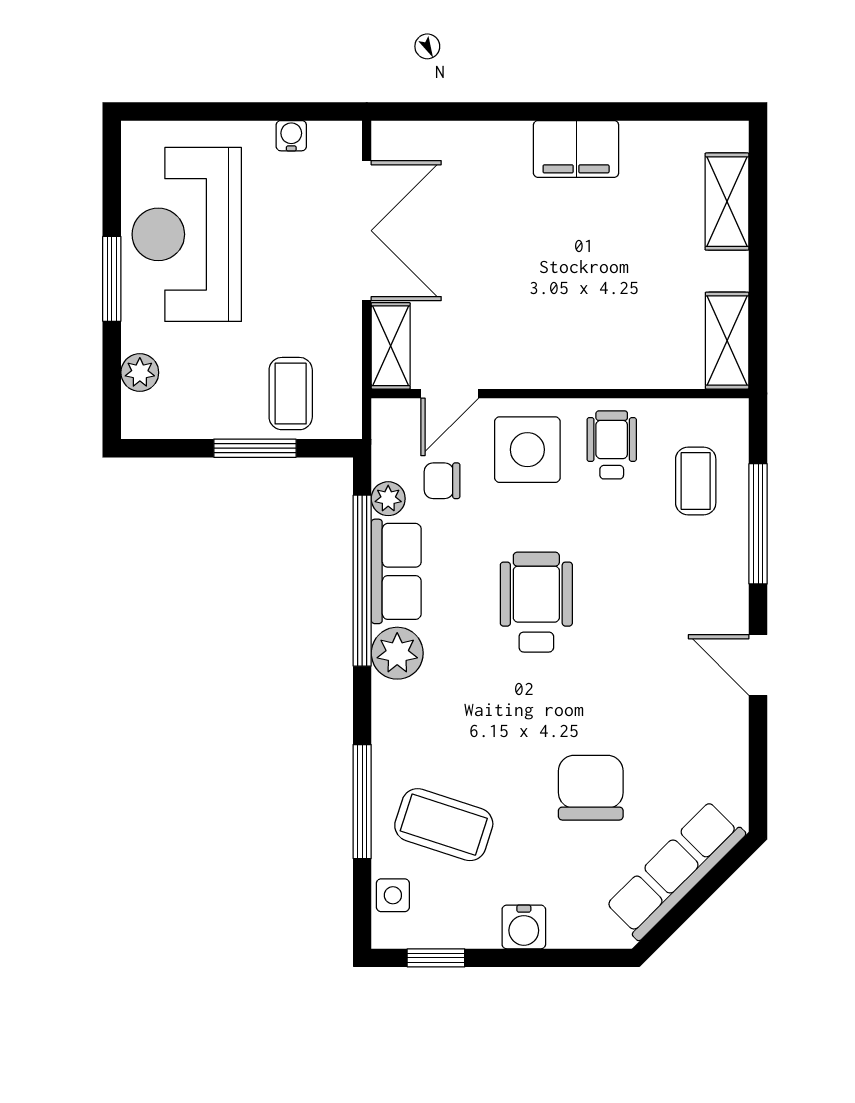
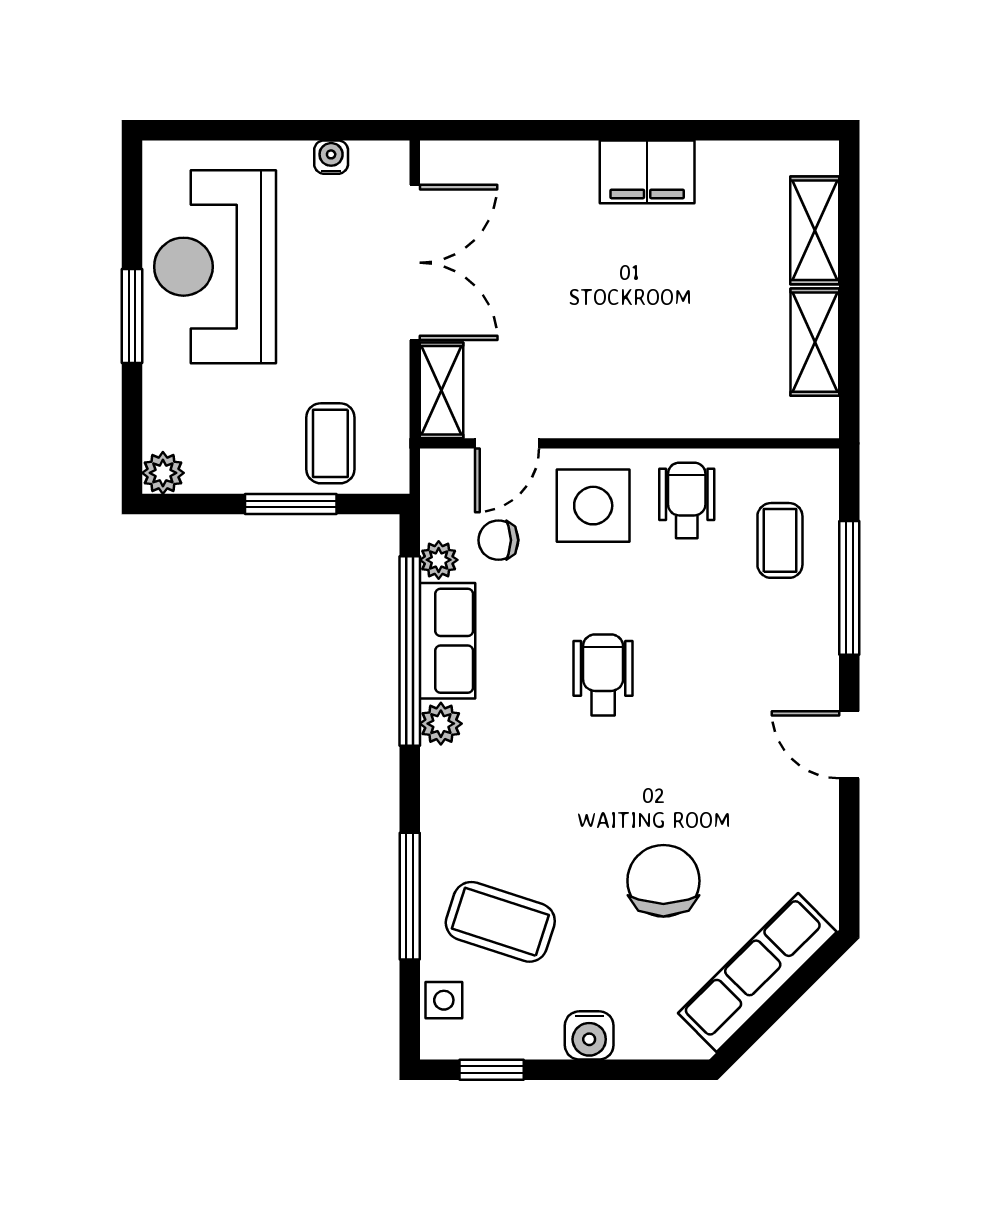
shelving: (727, 341) -> (815, 342), moved
plant: (140, 373) -> (163, 473), moved
wheelchair: (536, 602) -> (603, 675), width x0.73, depth x0.73
plant: (397, 653) -> (441, 724), width x0.73, depth x0.73

